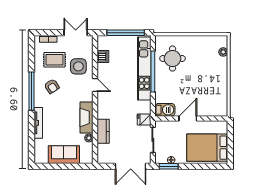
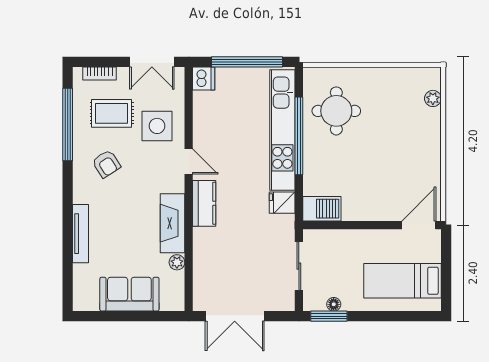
double door: (76, 33) -> (152, 62), swing flipped
dishwasher: (103, 56) -> (204, 78), moved
window: (31, 91) -> (68, 125), moved
door: (188, 118) -> (419, 225), moved
fridge: (144, 120) -> (282, 203), moved
kitchen counter: (103, 131) -> (204, 203), moved
bed: (207, 148) -> (402, 281), width x0.67
double door: (131, 166) -> (235, 316), moved

